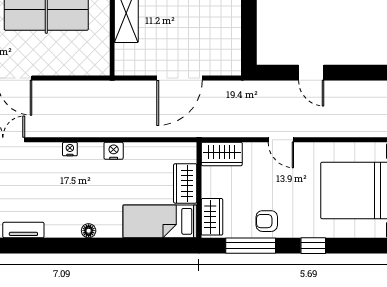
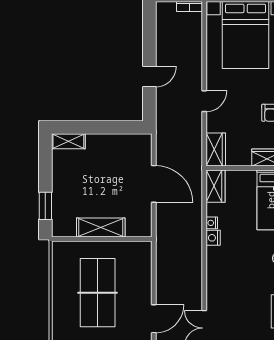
nightstand: (70, 149) -> (212, 223), moved
wardrobe: (185, 183) -> (215, 186), moved, turned -90

